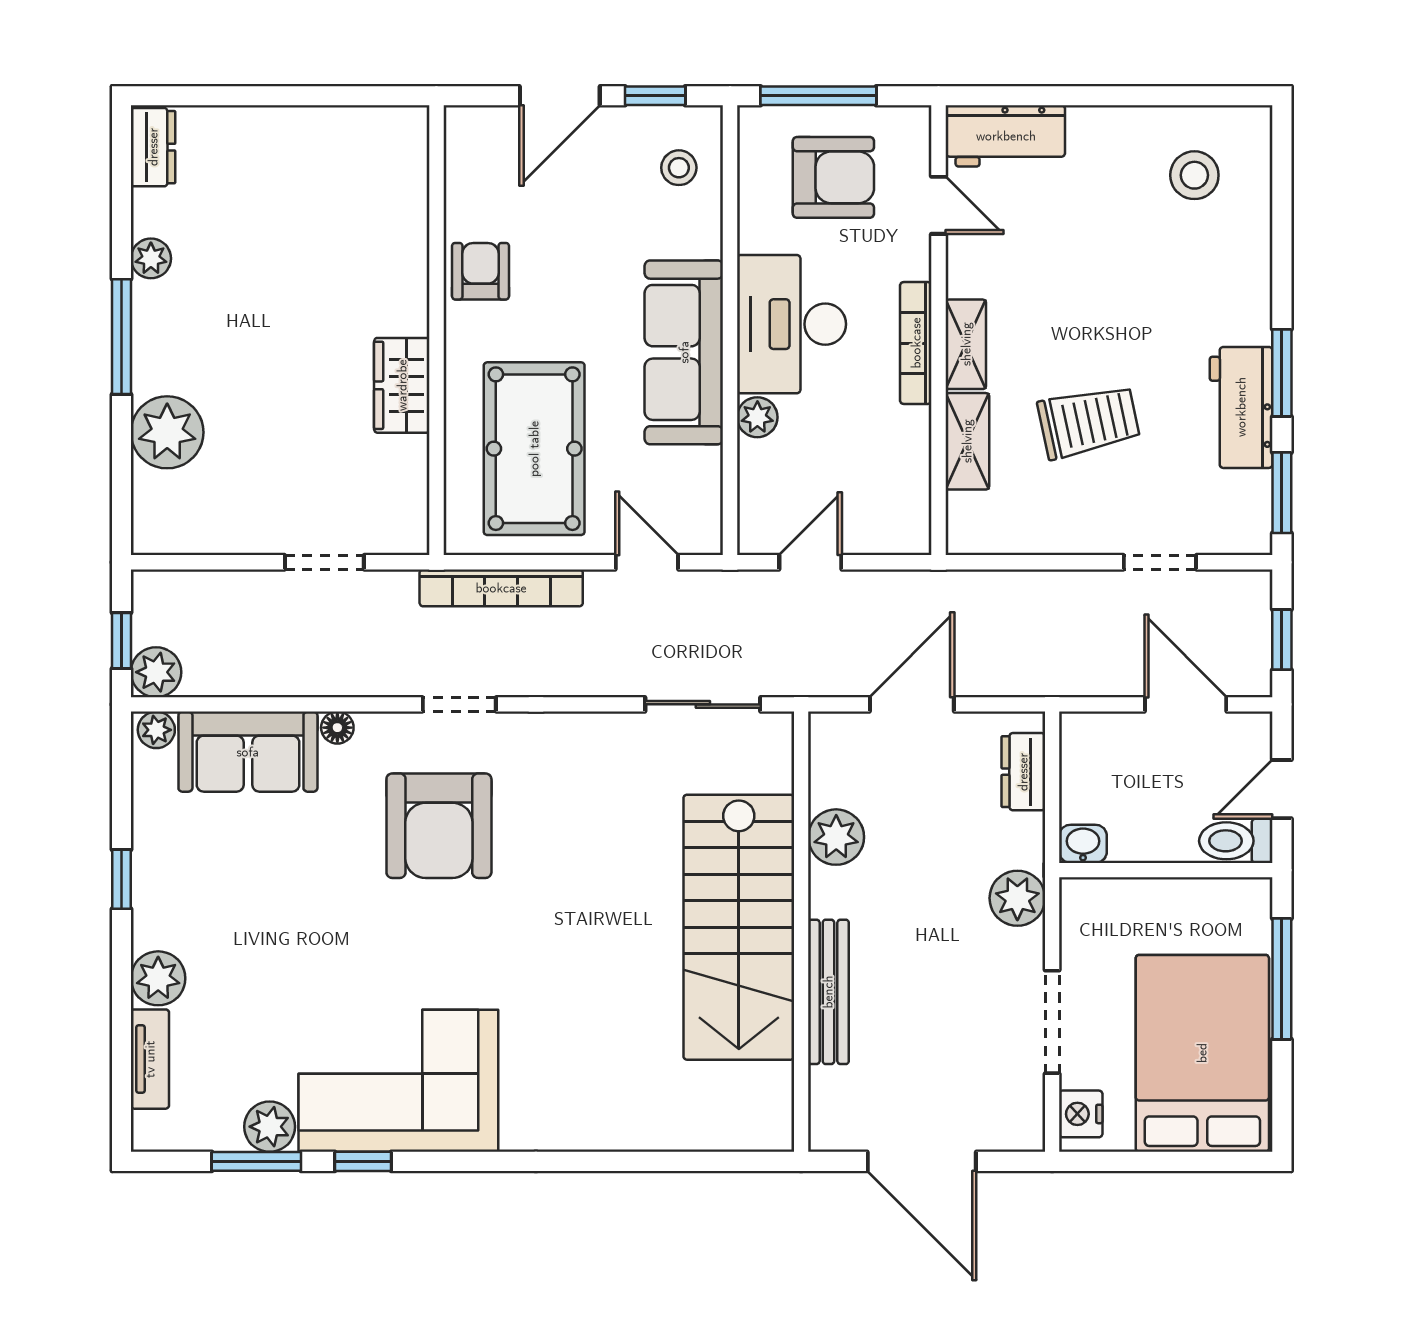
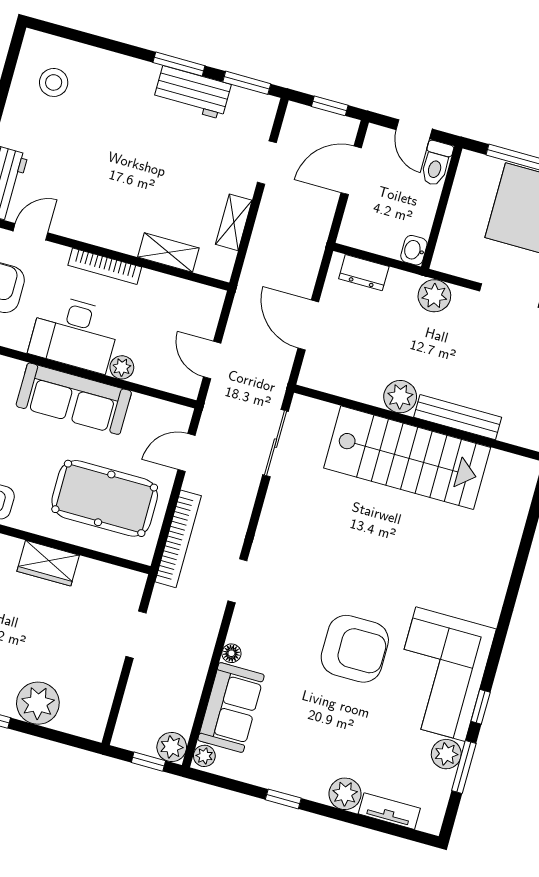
shelving: (966, 344) -> (234, 222), moved, turned 90
trolley: (1089, 422) -> (176, 181), removed
armchair: (439, 826) -> (355, 649), moved
plant: (836, 837) -> (400, 397), moved

